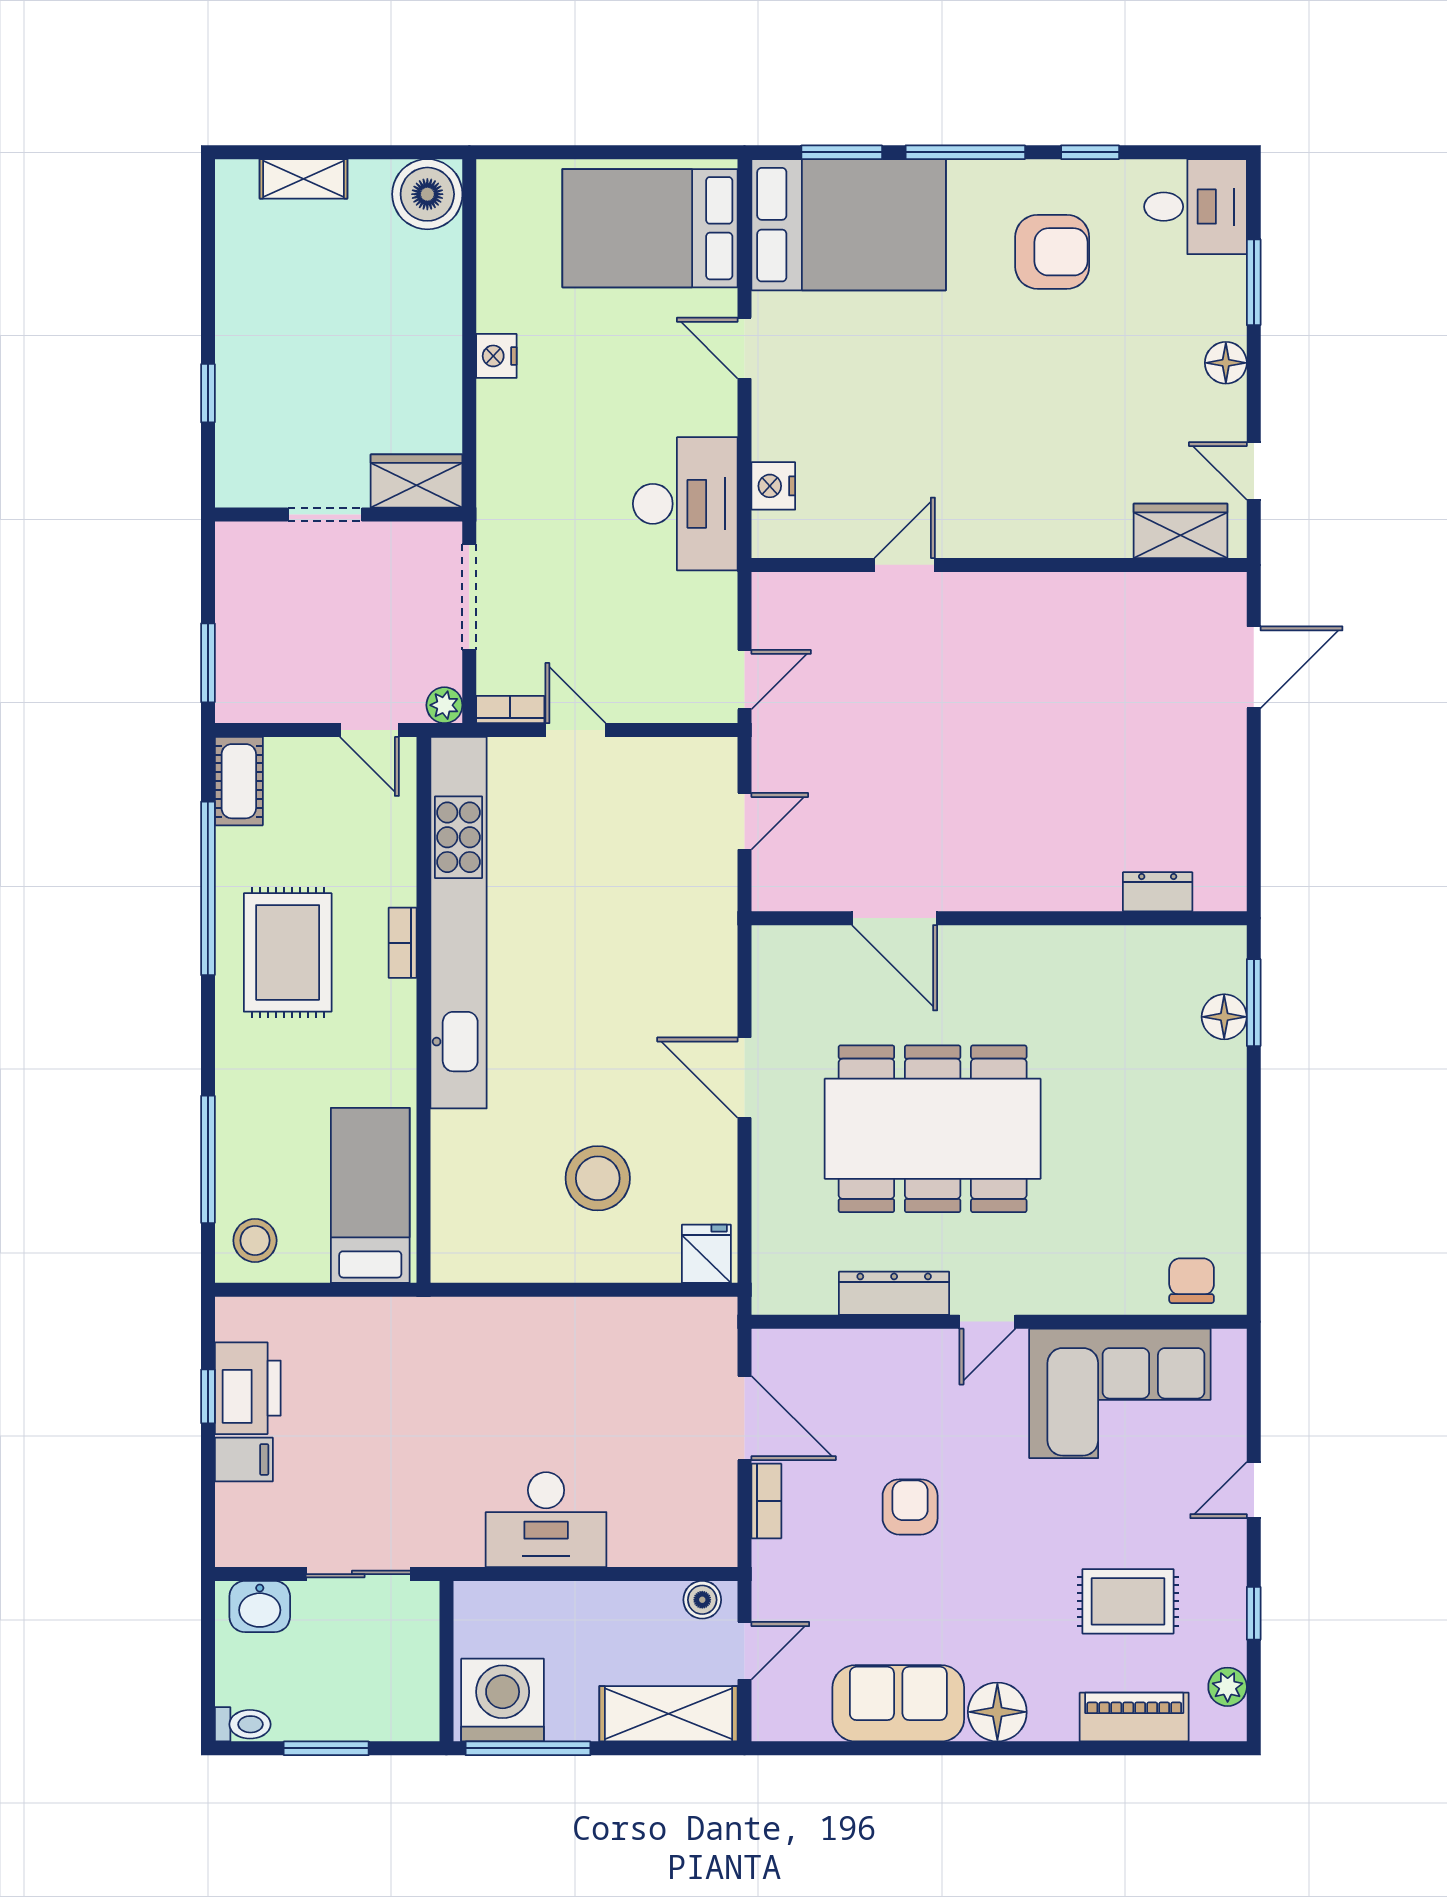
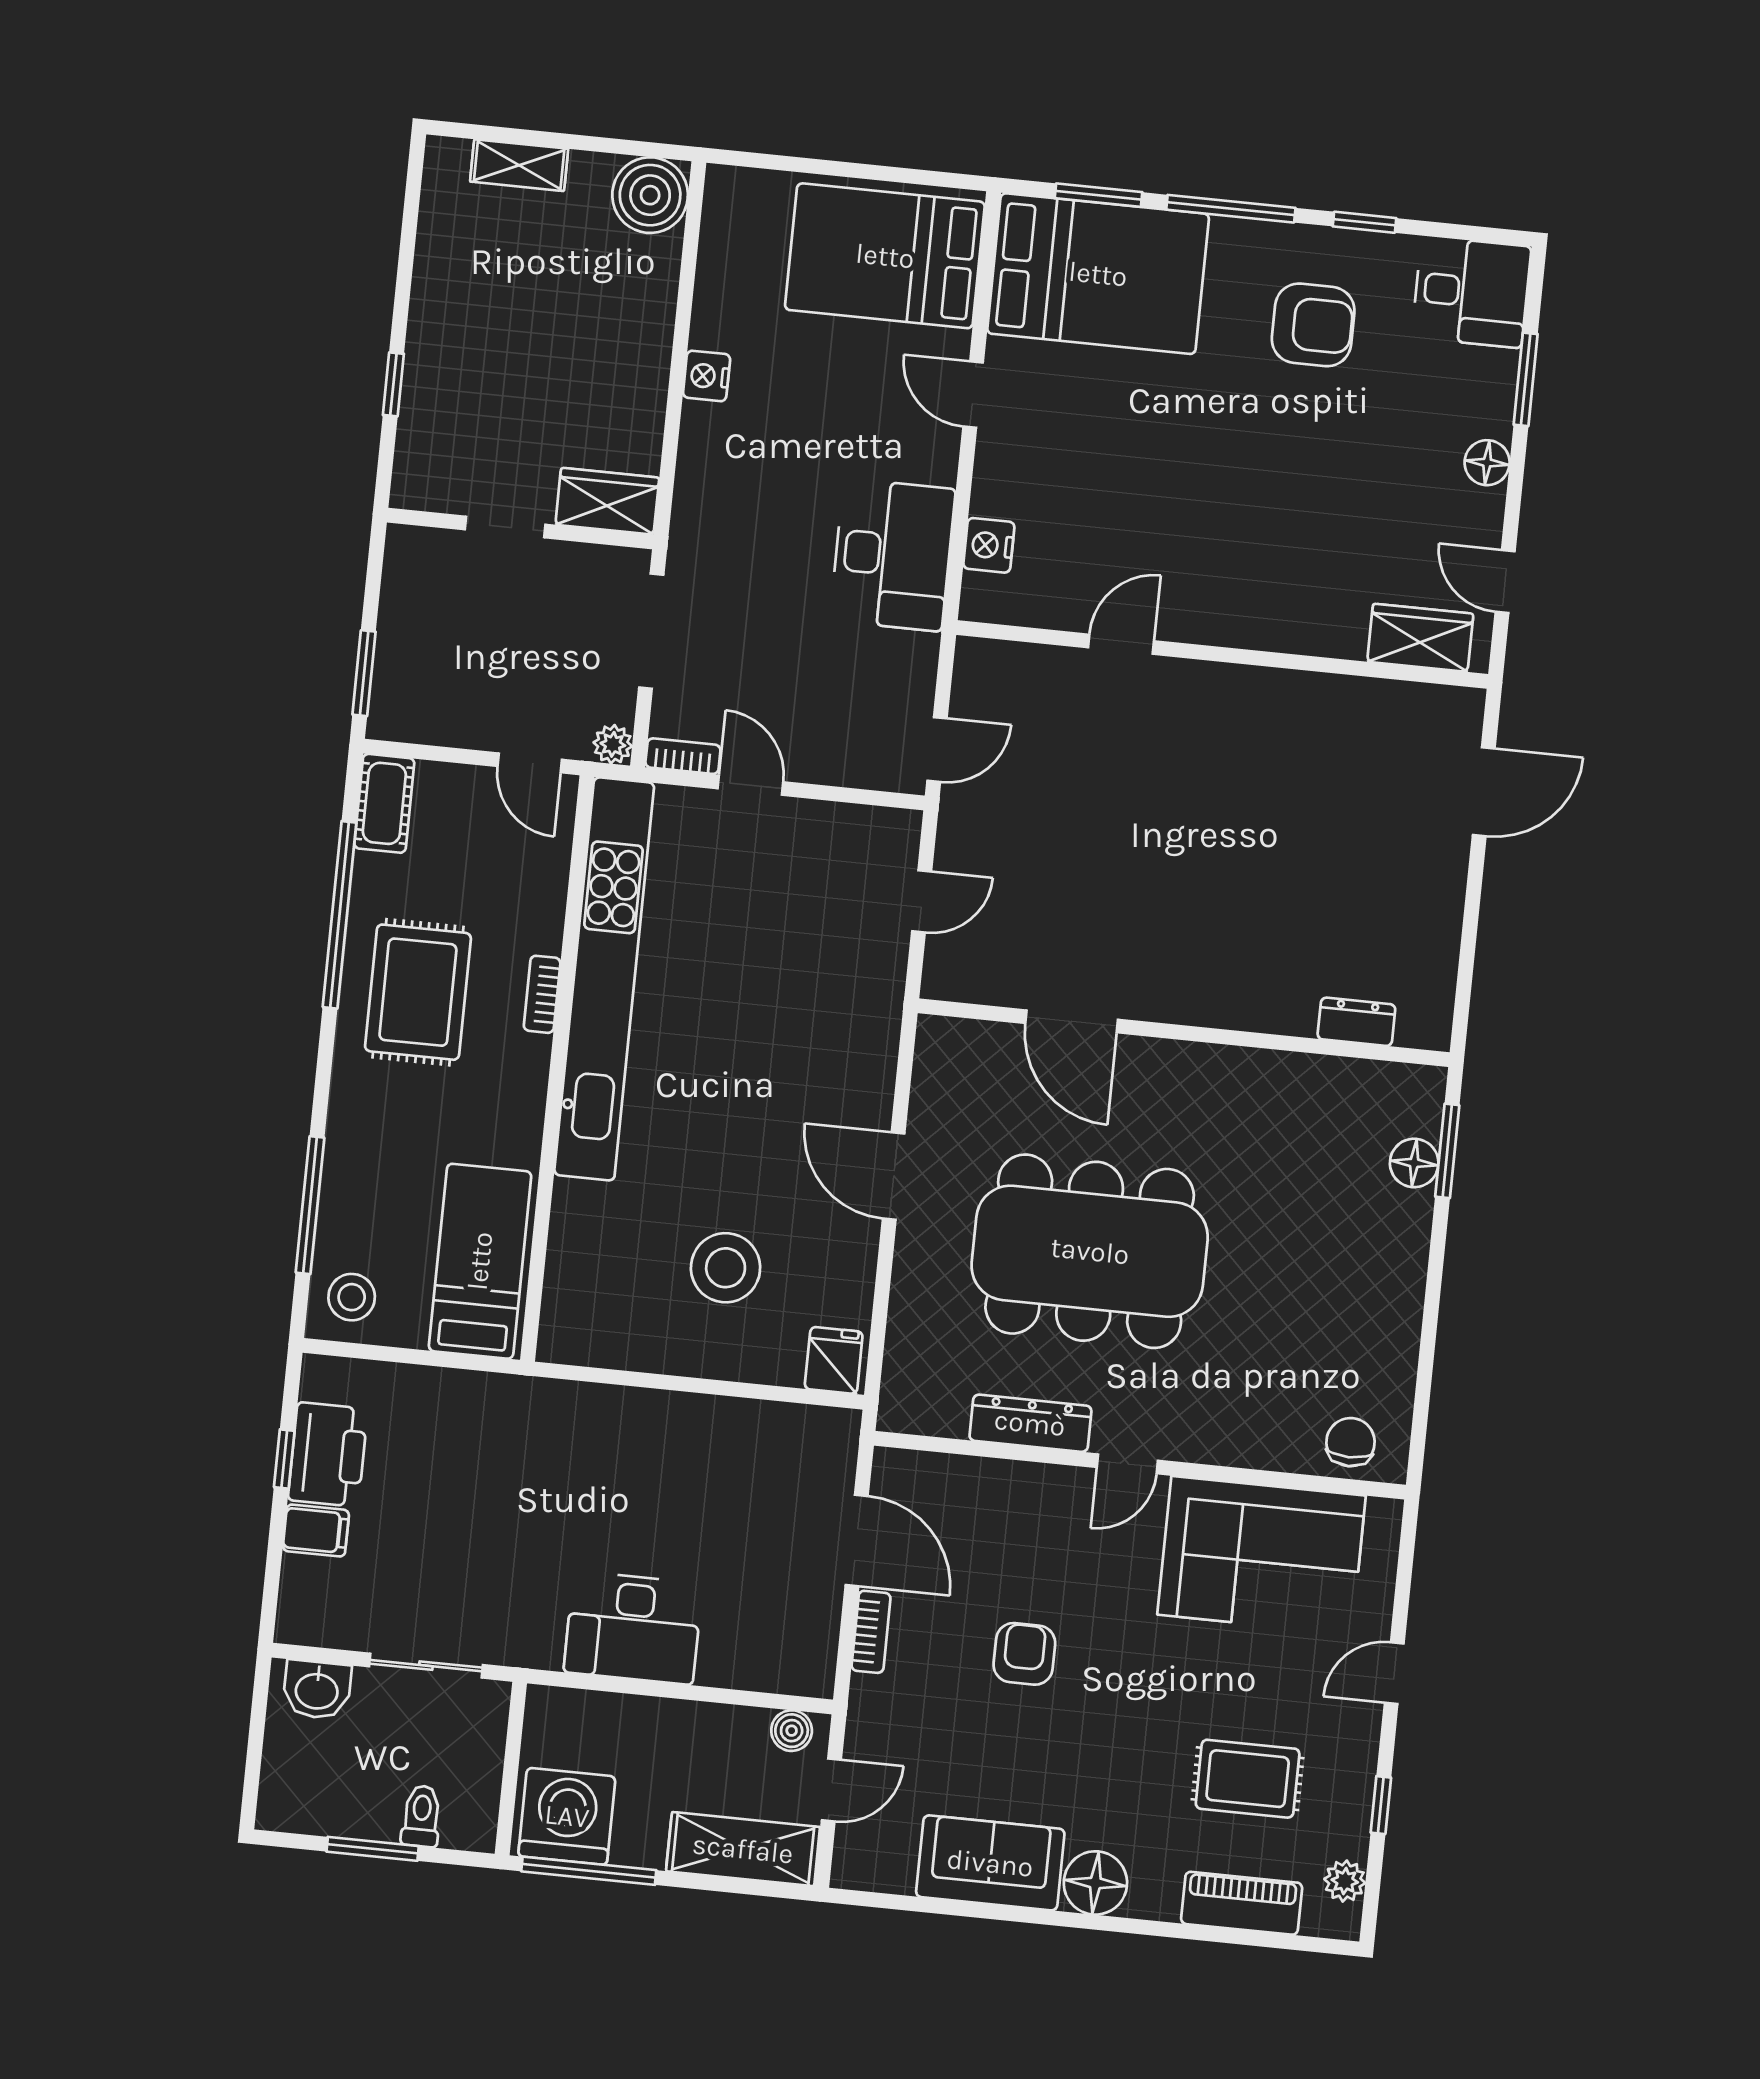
toilet: (243, 1724) -> (421, 1816), moved, turned -90

